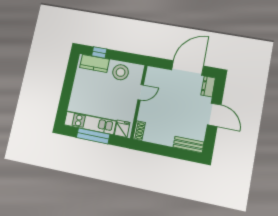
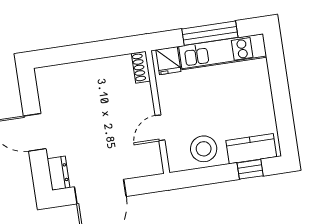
bench: (189, 145) -> (58, 73), removed

